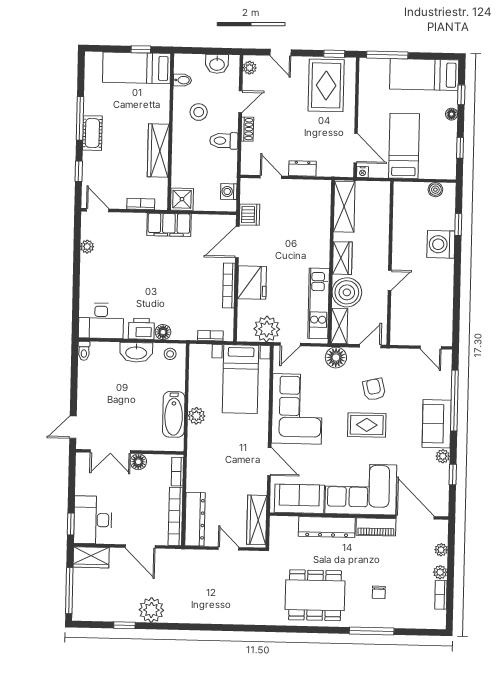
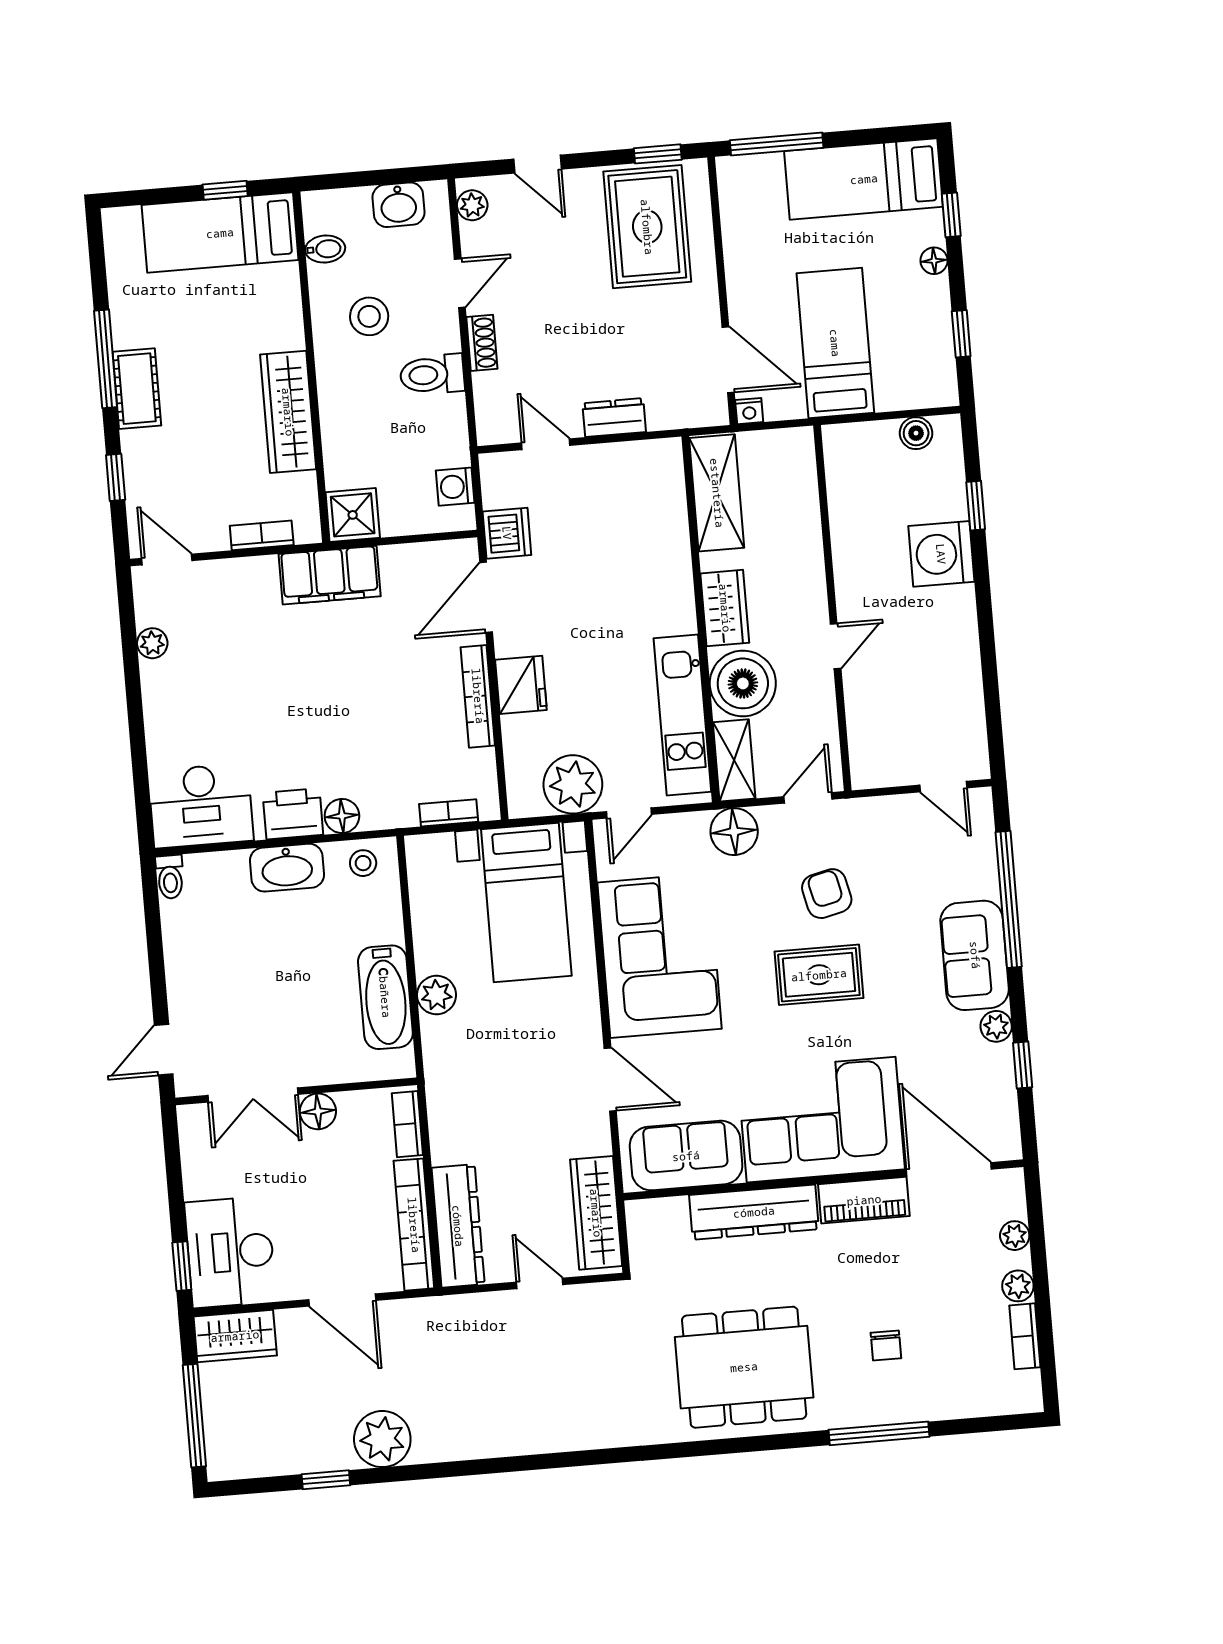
fridge: (252, 283) -> (521, 685), width x0.73, depth x0.75

